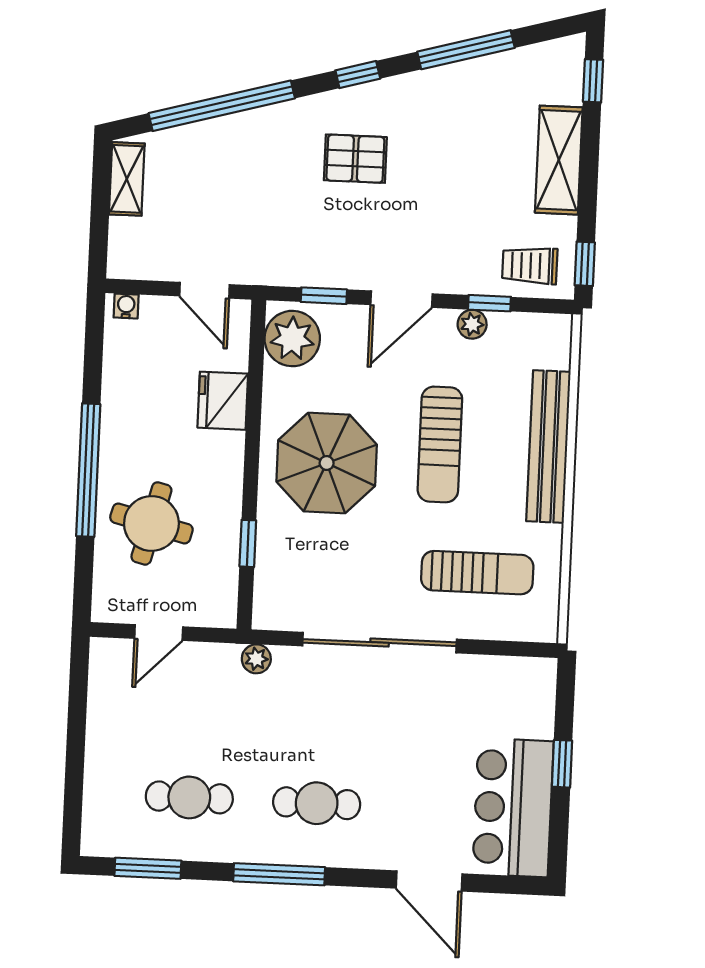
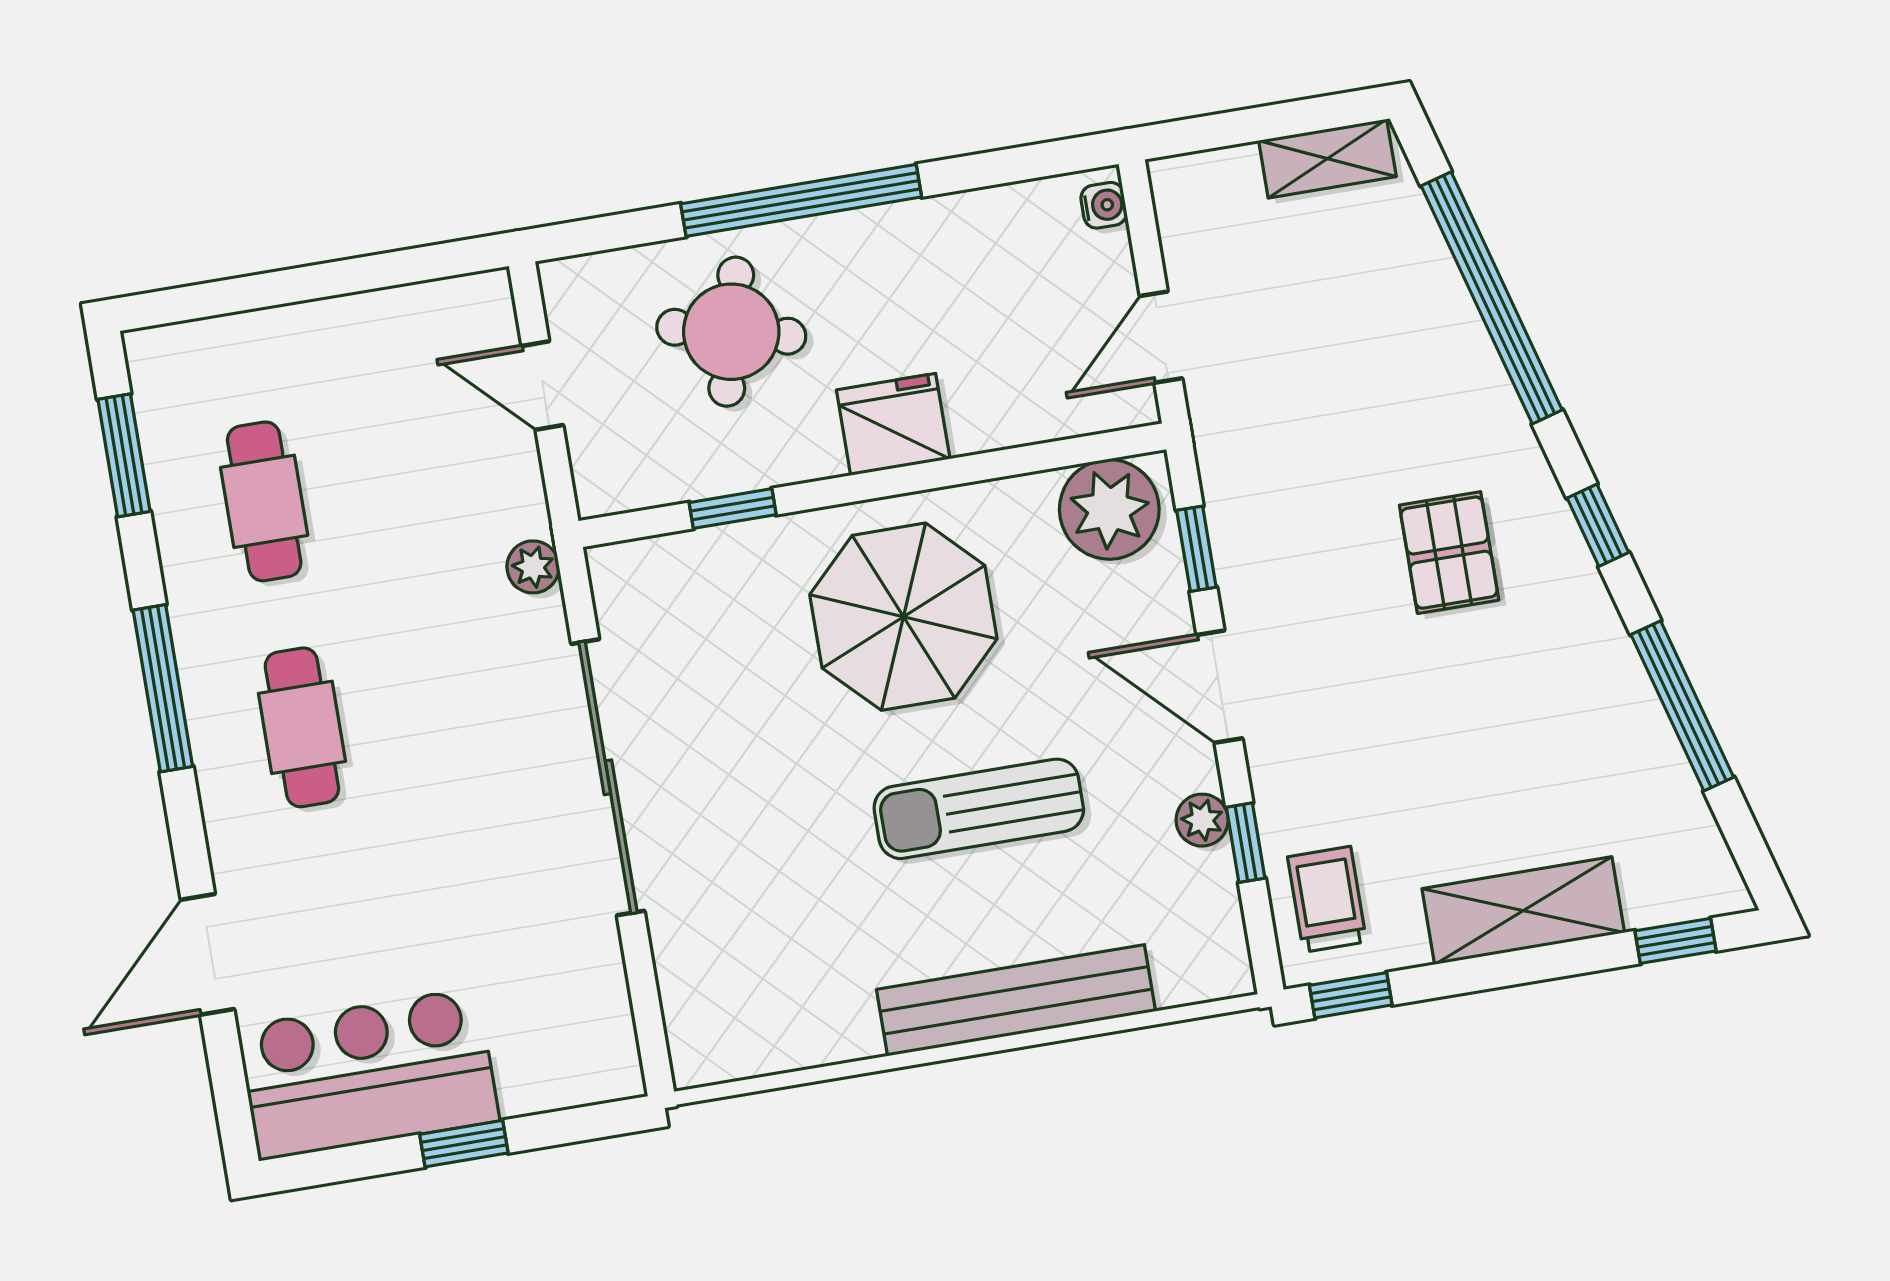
fridge: (223, 401) -> (893, 424), moved
sun lounger: (477, 573) -> (768, 923), removed

